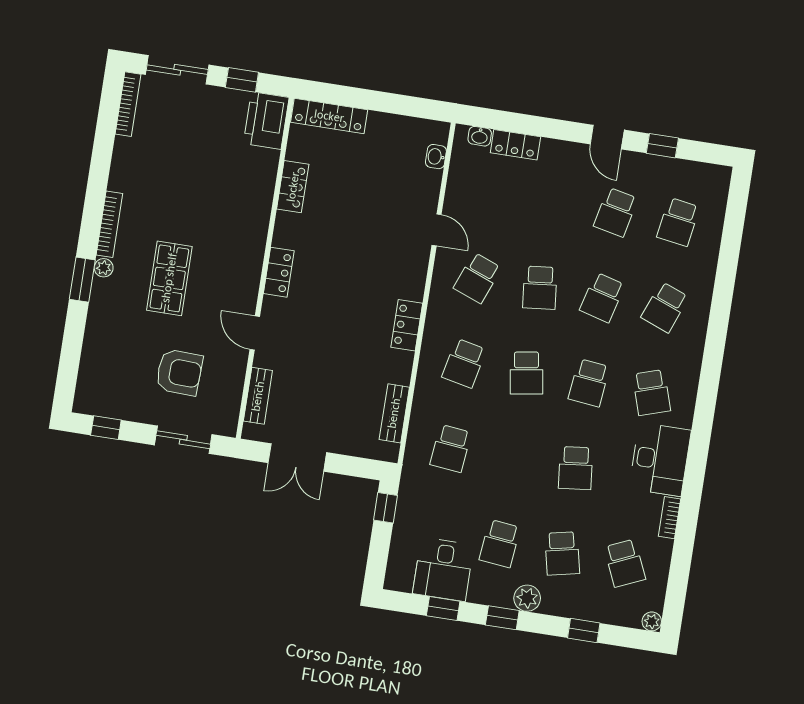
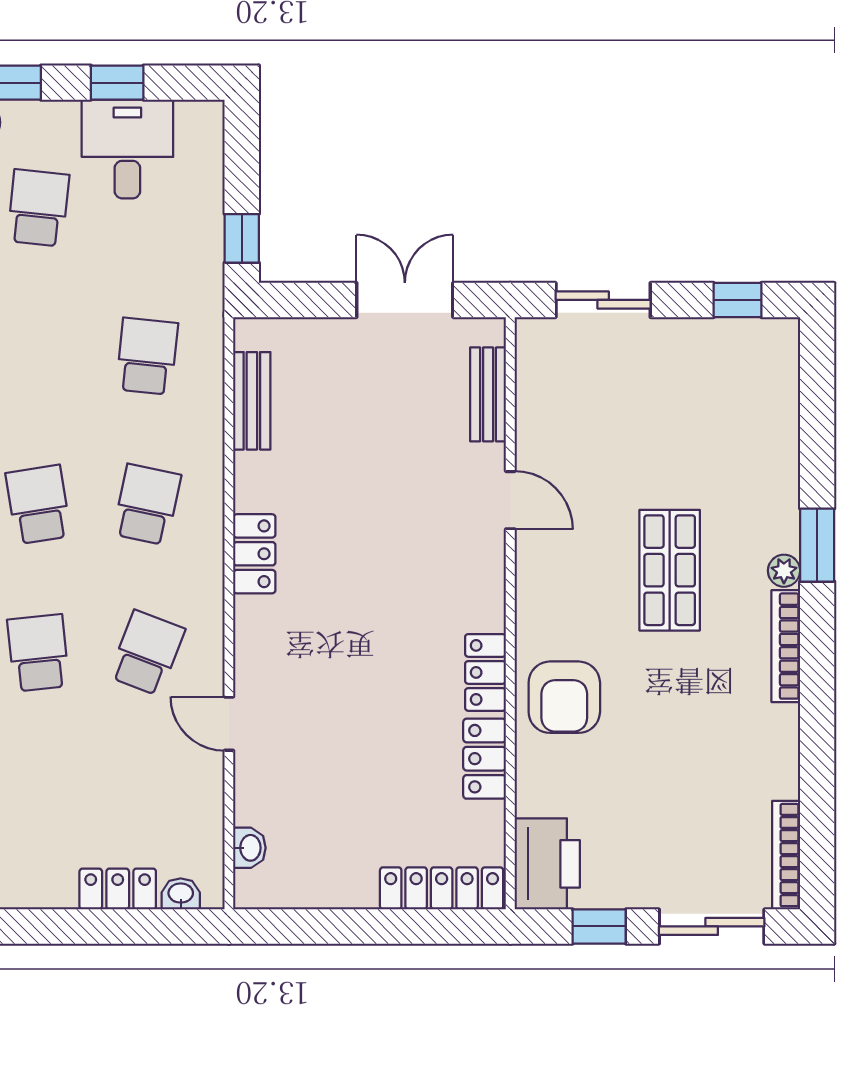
locker: (279, 272) -> (486, 672), moved
armchair: (179, 372) -> (564, 697), moved, turned -92

